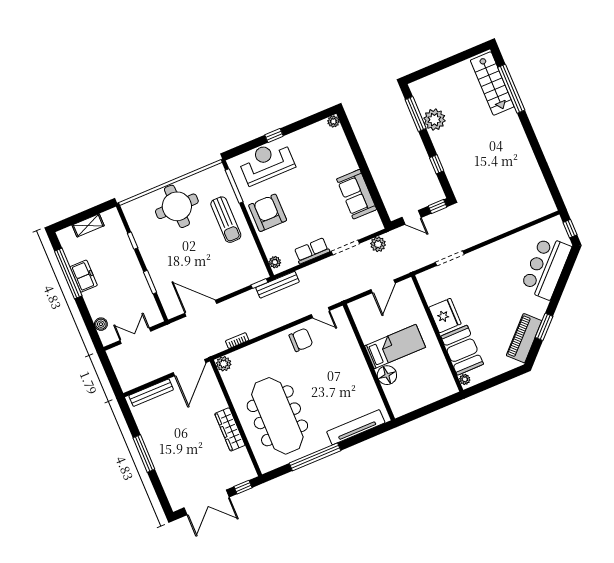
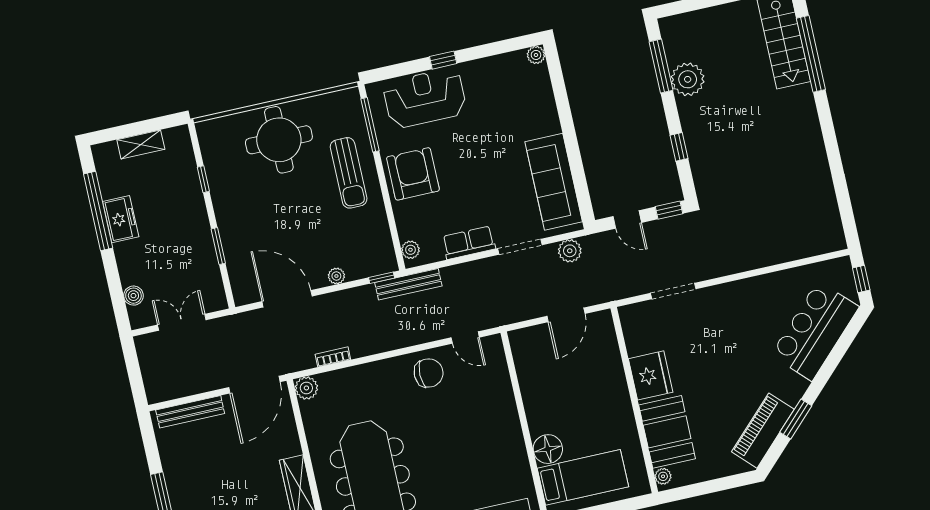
sofa: (357, 194) -> (554, 182), width x1.36
plant: (230, 288) -> (336, 276), added
bed: (395, 347) -> (583, 477), moved

